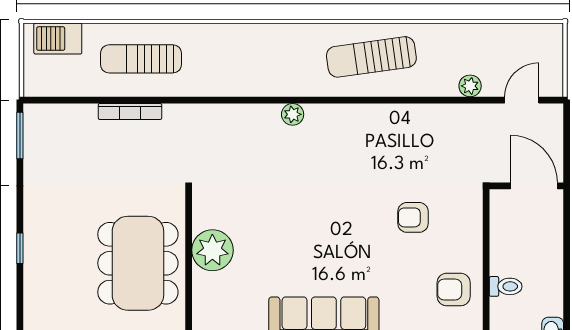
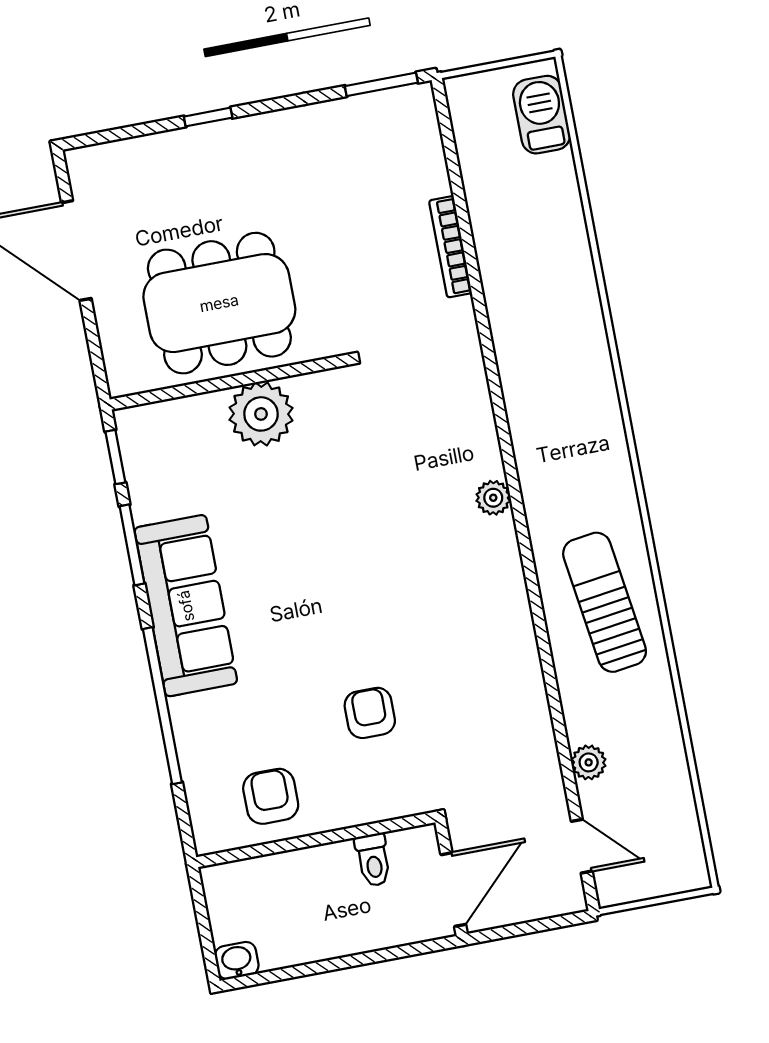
sun lounger: (141, 59) -> (535, 248), removed
toilet: (506, 286) -> (373, 860), moved

